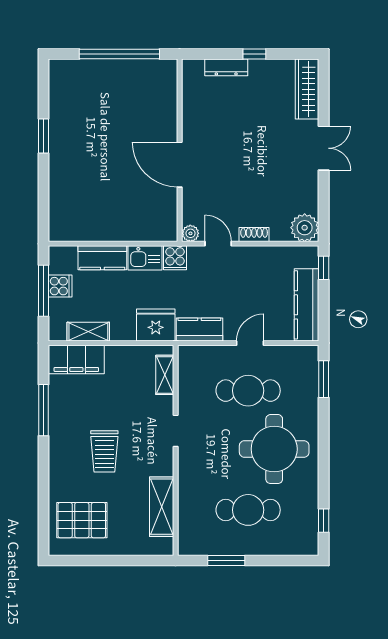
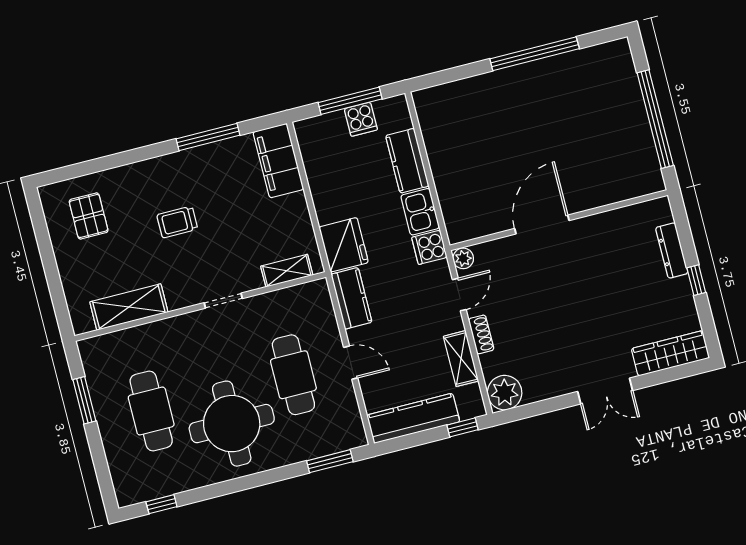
window: (44, 136) -> (535, 54), width x2.11
shelving: (88, 332) -> (461, 359), moved
trolley: (104, 451) -> (177, 222), width x0.73, depth x0.72
pallet: (82, 520) -> (89, 216), width x0.67, depth x0.71

